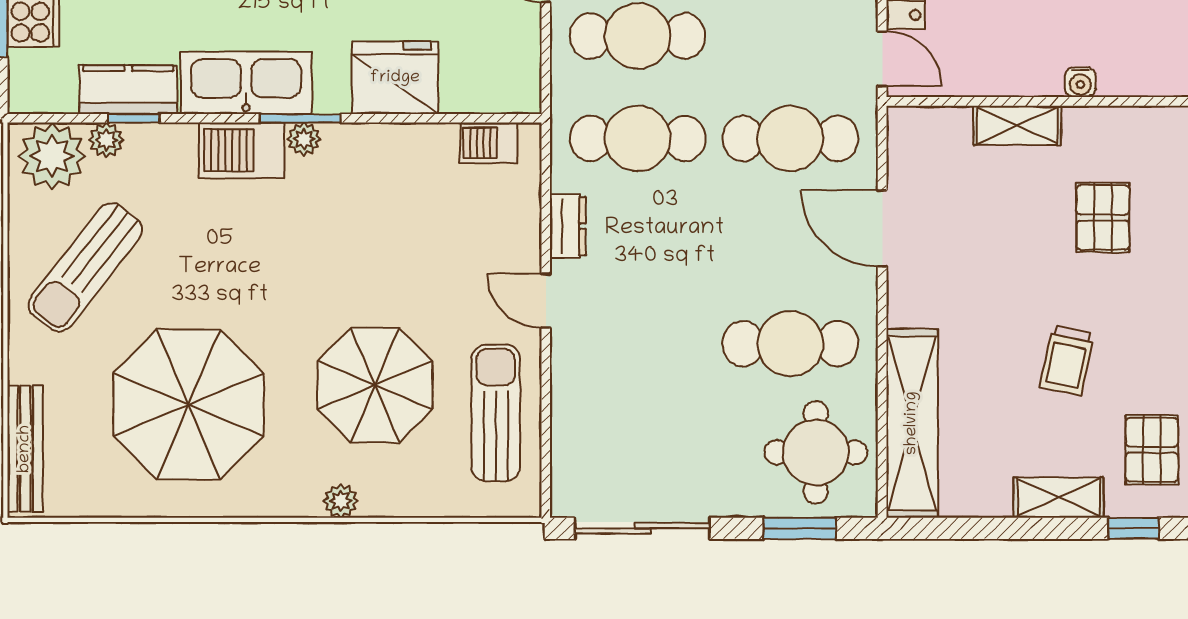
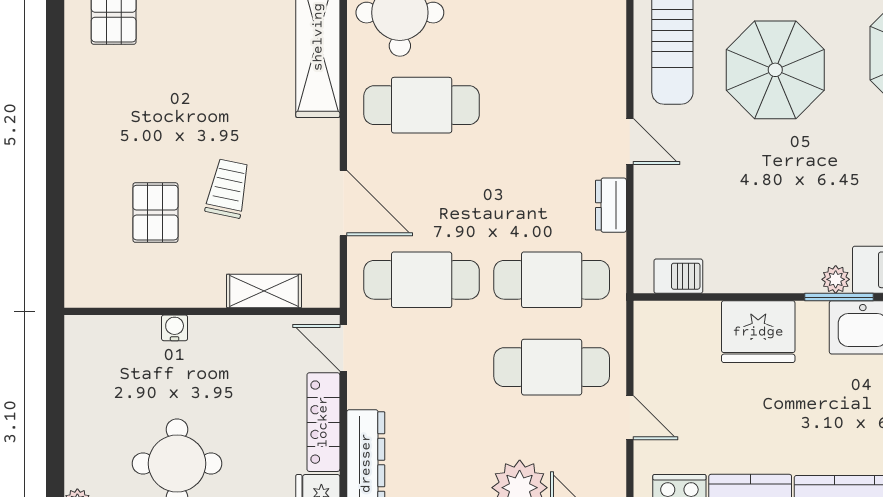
shelving: (1017, 125) -> (264, 291), moved
trolley: (1067, 360) -> (228, 188), moved

